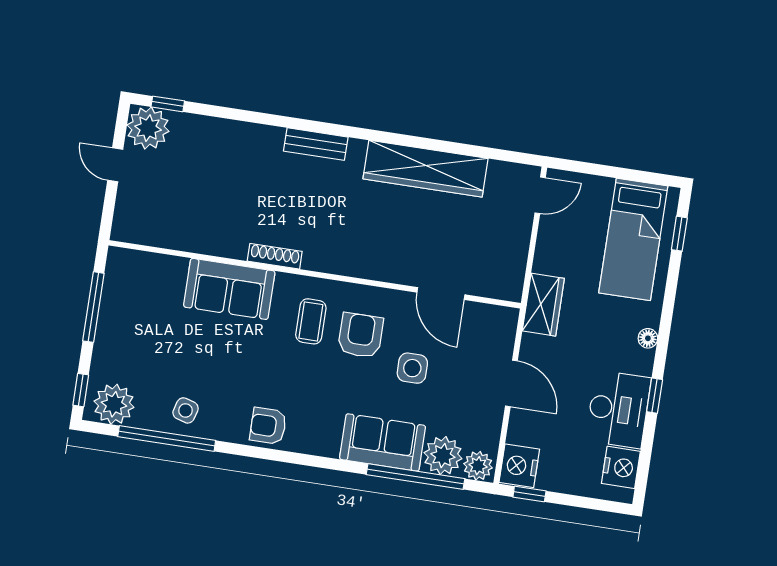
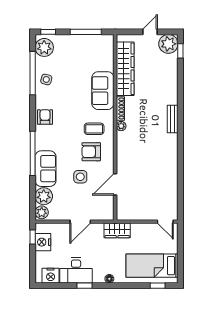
wardrobe: (425, 169) -> (125, 69), moved, turned 180
plant: (314, 261) -> (121, 126), added
armchair: (361, 335) -> (91, 152), turned 180
nightstand: (519, 466) -> (43, 242), moved, turned -90
window: (416, 477) -> (33, 153), moved

